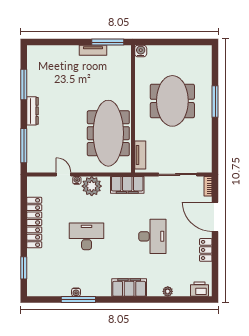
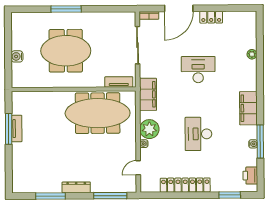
window: (108, 42) -> (9, 129), moved
water cooler: (141, 51) -> (17, 56), moved
door: (64, 174) -> (138, 168), moved
filing cabinet: (129, 288) -> (248, 108), moved
printer: (199, 289) -> (250, 176), moved

